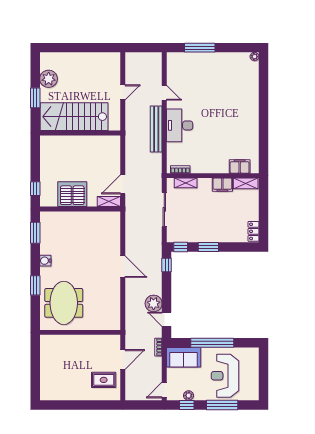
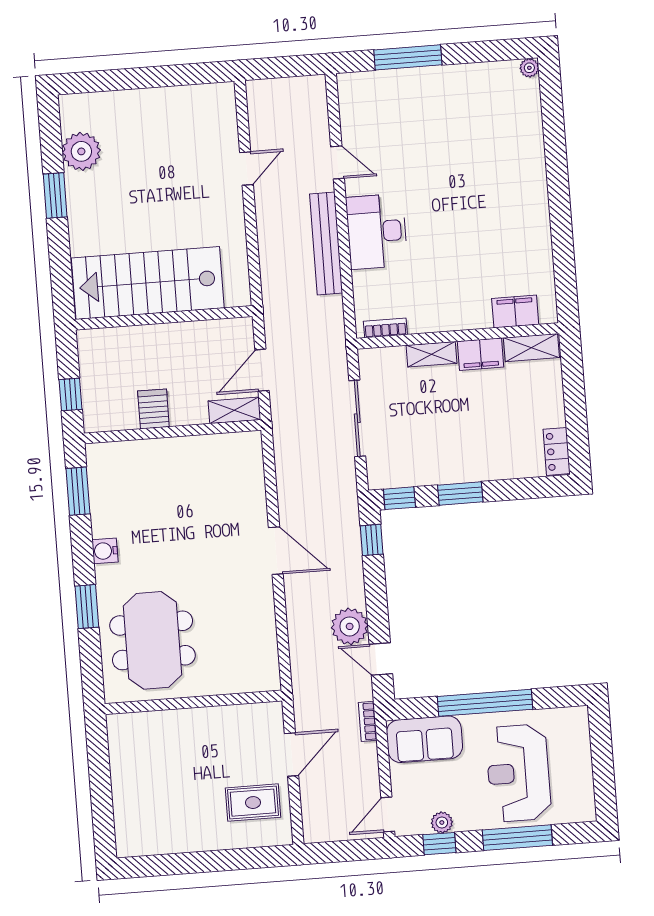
stairs: (74, 117) -> (148, 283), moved
wall: (80, 133) -> (164, 318), moved
shelving: (186, 183) -> (432, 354), moved
server rack: (72, 194) -> (153, 409), width x0.46, depth x0.70

